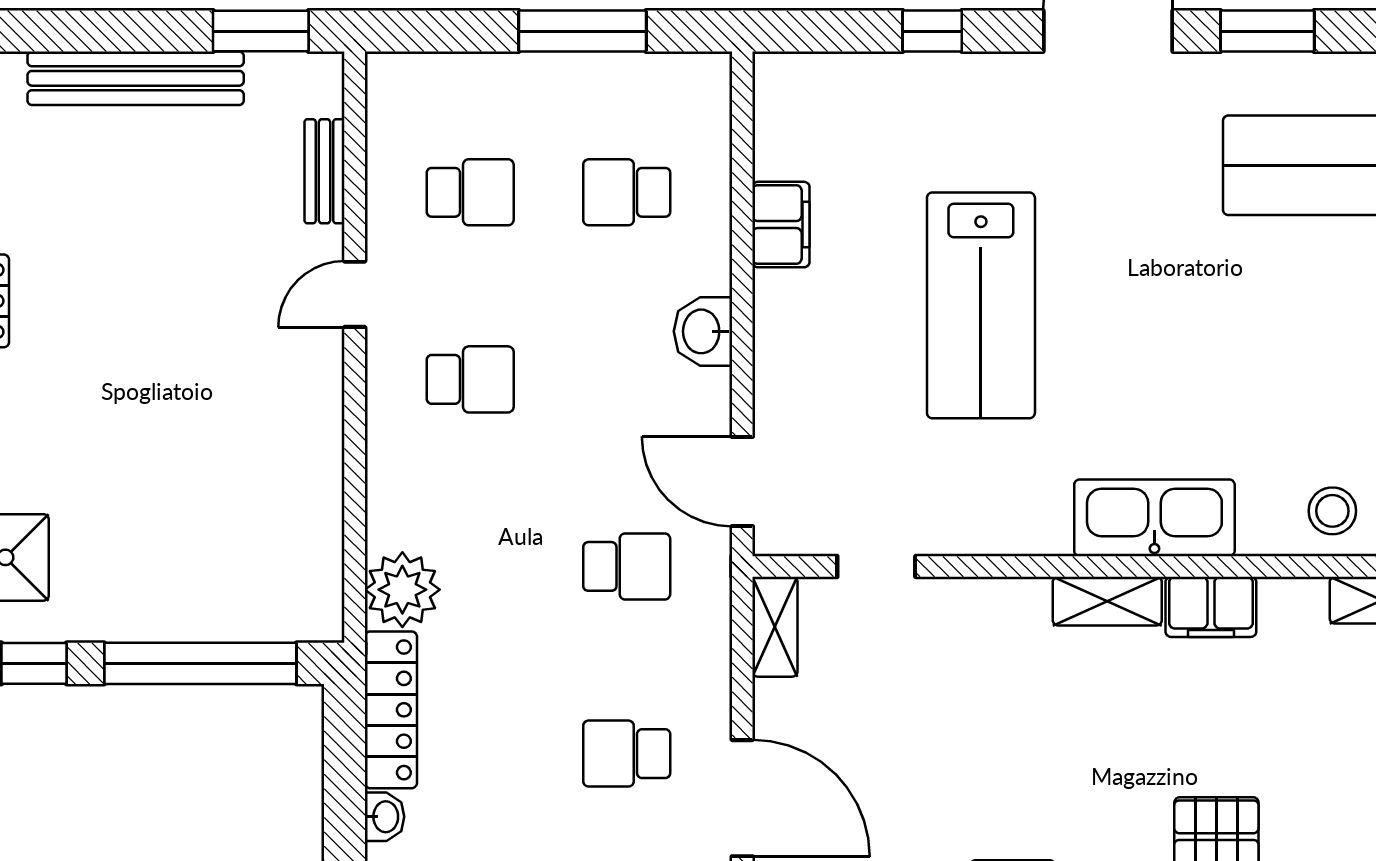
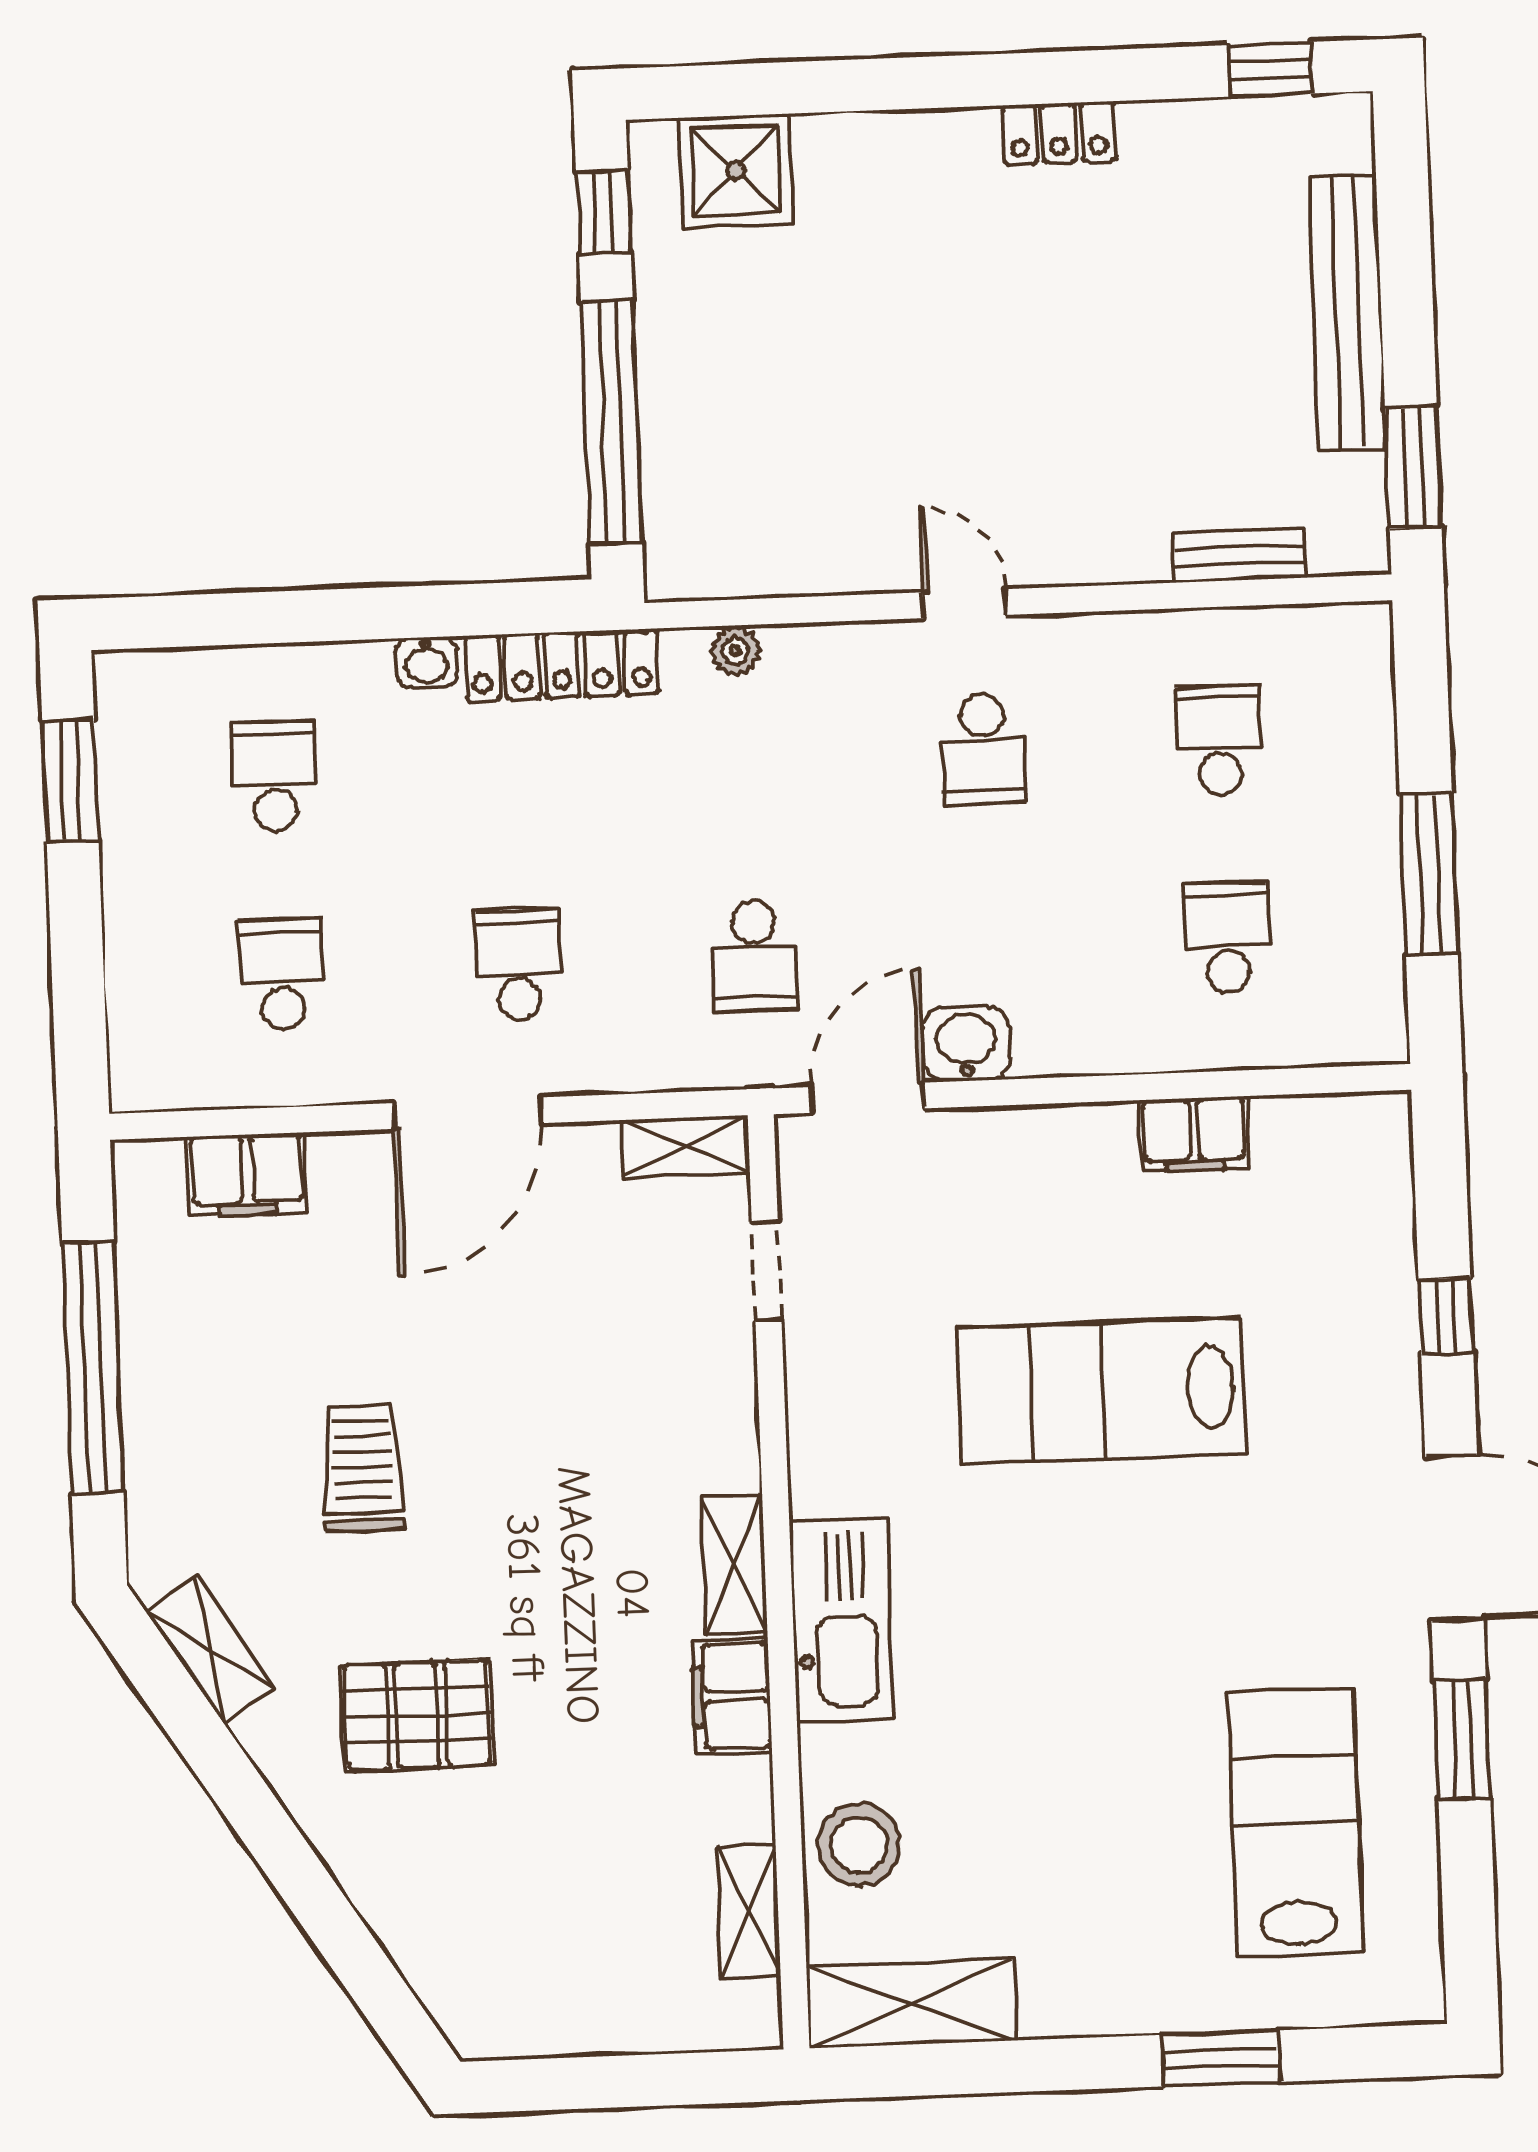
school desk: (470, 192) -> (1220, 740), turned 180
door: (355, 294) -> (965, 604), moved
washbasin: (703, 331) -> (966, 1044), moved
stool: (1332, 511) -> (859, 1845), width x1.38, depth x1.38
plant: (402, 590) -> (736, 651), width x0.53, depth x0.53

